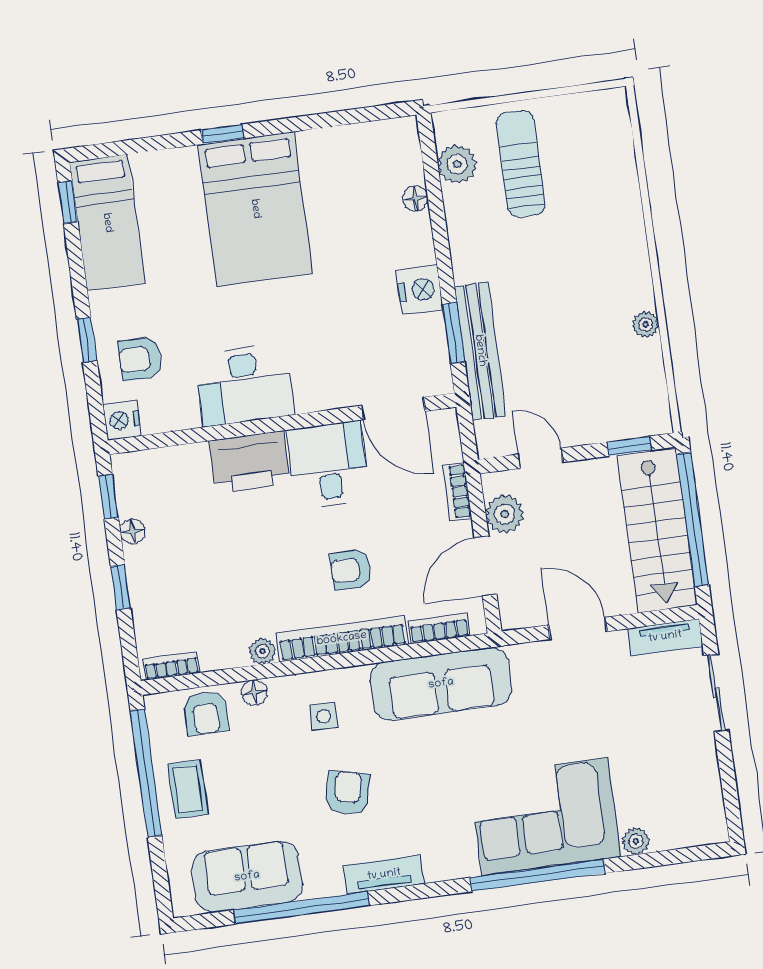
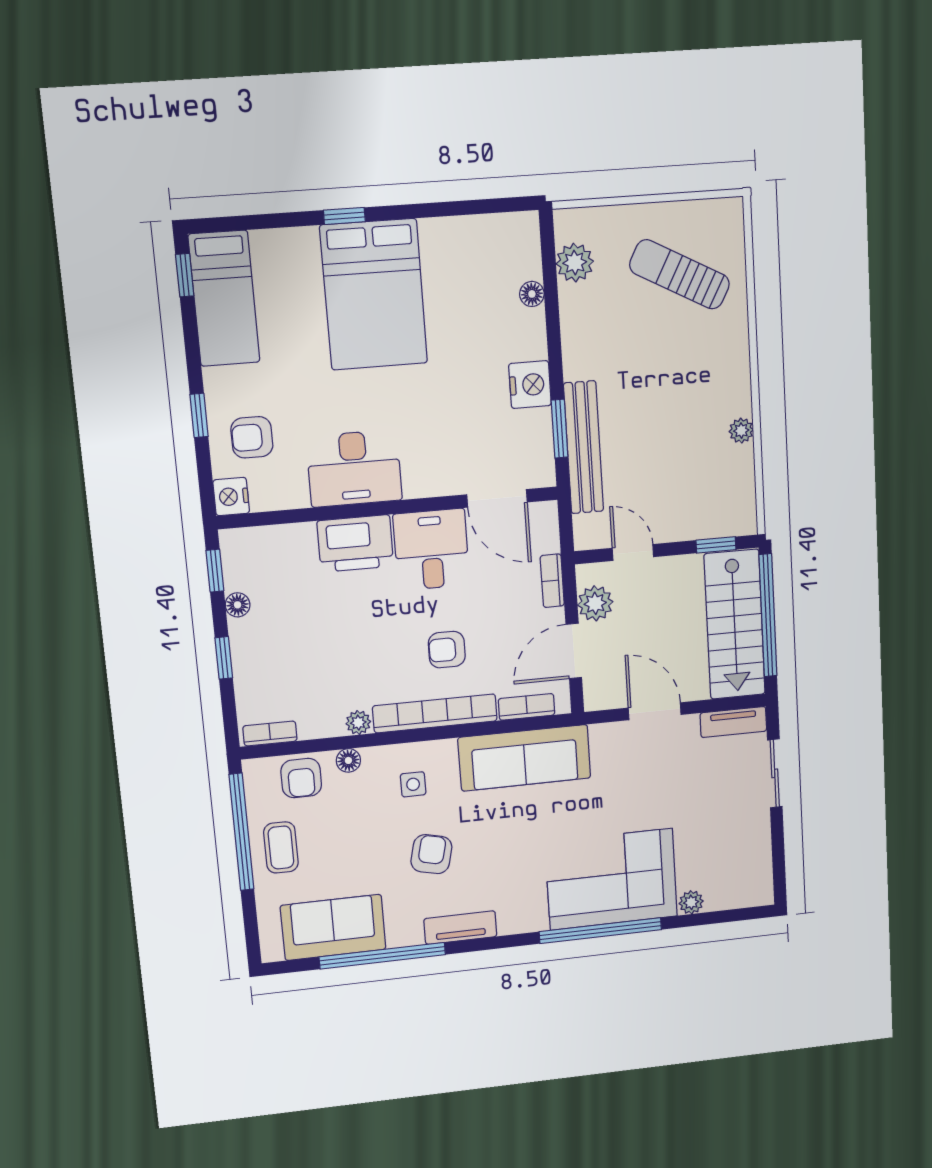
sun lounger: (521, 164) -> (680, 274), moved, turned -62

